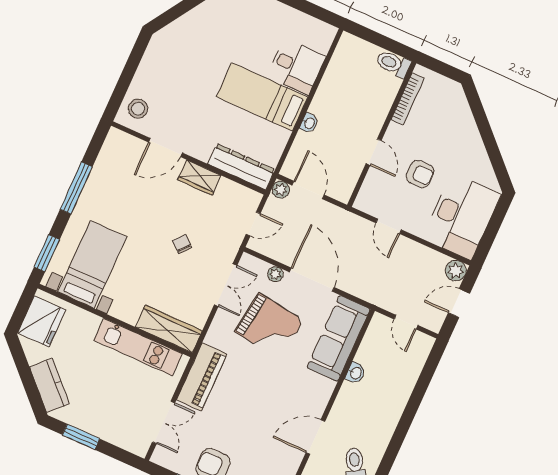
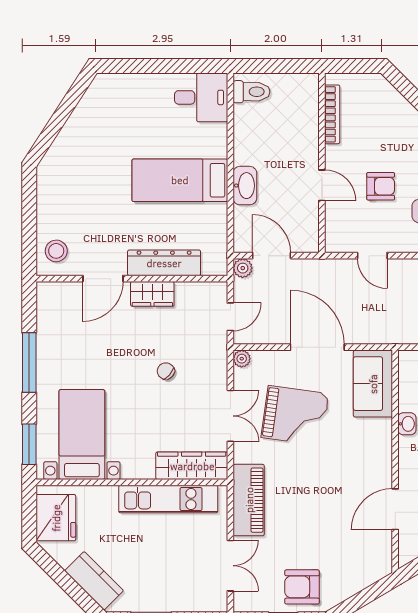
toilet: (393, 64) -> (251, 92), moved, turned 180
desk: (296, 66) -> (201, 97), moved
washbasin: (309, 123) -> (245, 186), width x1.91, depth x1.45
dresser: (241, 167) -> (164, 263), moved
plant: (275, 274) -> (242, 359), moved
double door: (226, 285) -> (230, 416), moved
sofa: (339, 338) -> (373, 384), width x0.73

